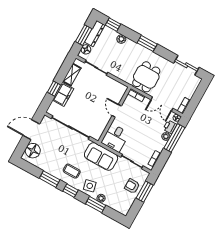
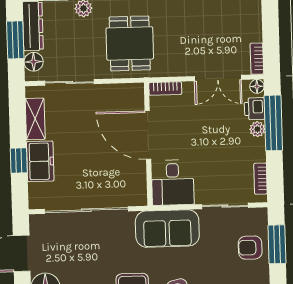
dining table: (146, 77) -> (130, 43), moved
door: (117, 111) -> (148, 135), width x1.88

